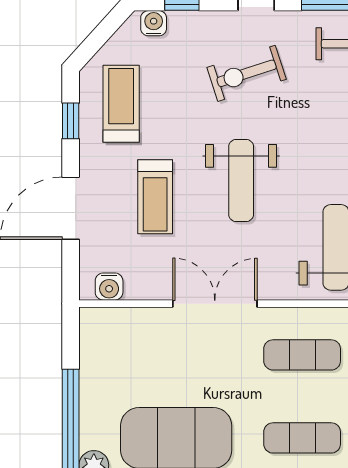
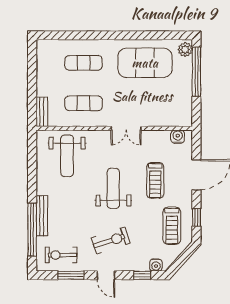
treadmill: (155, 197) -> (155, 180), turned 180
double door: (215, 304) -> (126, 128), width x0.73

